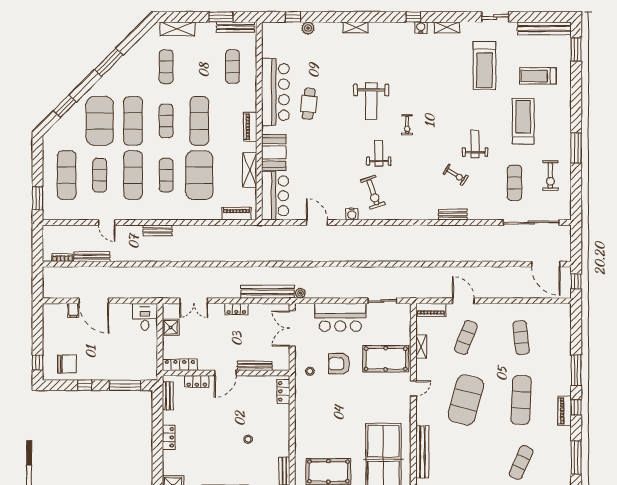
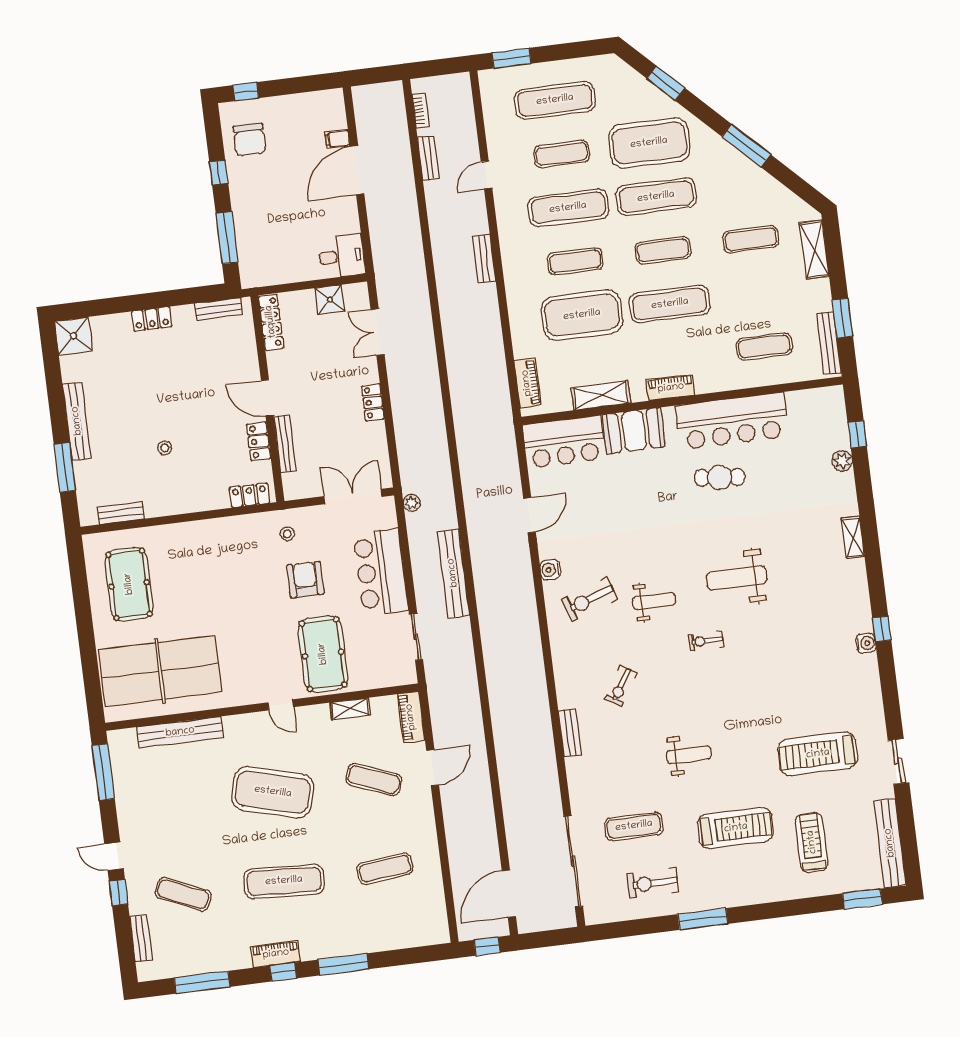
shelving: (447, 27) -> (872, 686), removed
exercise bike: (456, 175) -> (621, 686), moved
bench: (92, 257) -> (428, 158), width x0.73
bench: (268, 292) -> (453, 573), moved
locker: (197, 382) -> (259, 441), moved

